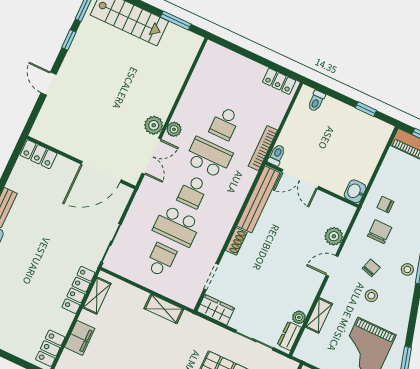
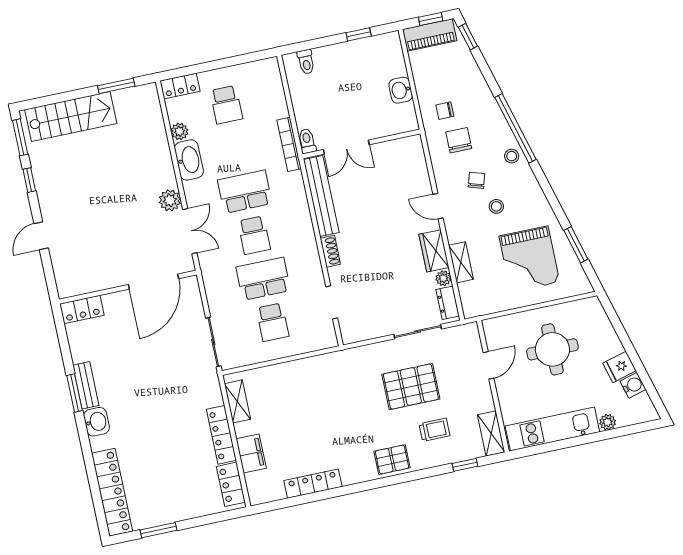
locker: (279, 81) -> (180, 86), moved
door: (49, 84) -> (41, 236), hinge flipped
washbasin: (187, 108) -> (189, 160), added
school desk: (225, 123) -> (226, 105), moved
plant: (174, 129) -> (180, 131), moved
washbasin: (355, 191) -> (401, 90), moved
school desk: (177, 226) -> (263, 279), turned 180
plant: (334, 236) -> (419, 177), removed
school desk: (161, 260) -> (273, 322), turned 180
door: (332, 266) -> (438, 206), hinge flipped
locker: (78, 290) -> (221, 435), moved
shelving: (164, 309) -> (310, 366), removed
wardrobe: (216, 310) -> (434, 251), moved, turned -90

